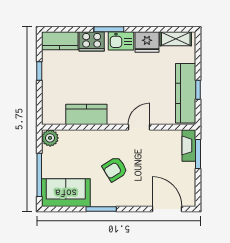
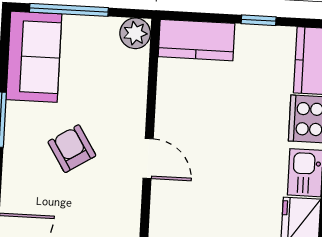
kitchen counter: (86, 114) -> (197, 40), moved, turned 90
door: (139, 127) -> (148, 159), moved

